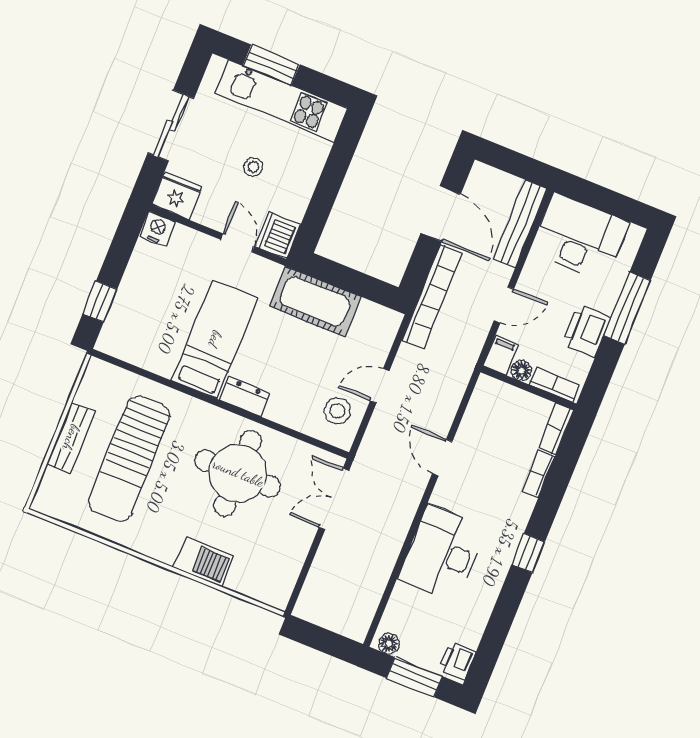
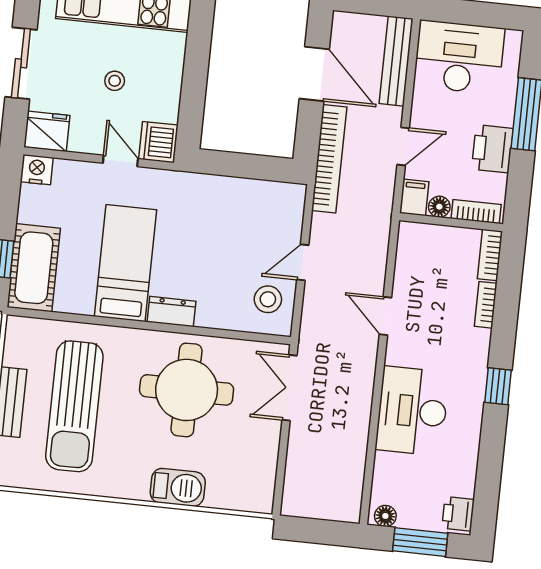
cot: (315, 301) -> (34, 268), moved, turned 90

